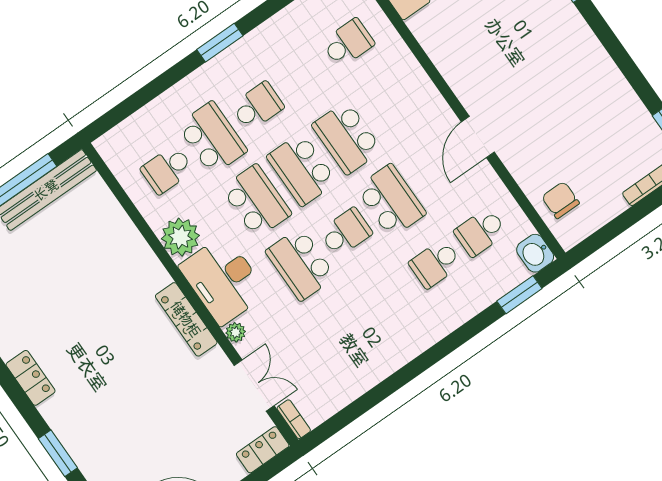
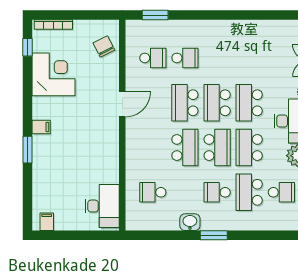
filing cabinet: (570, 25) -> (41, 127), added
corner desk: (604, 111) -> (53, 74), added
chair: (560, 200) -> (104, 46), turned 153
school desk: (346, 232) -> (217, 103), width x1.85
washbasin: (535, 253) -> (190, 222), moved, turned -90
school desk: (301, 264) -> (249, 103), turned 180

